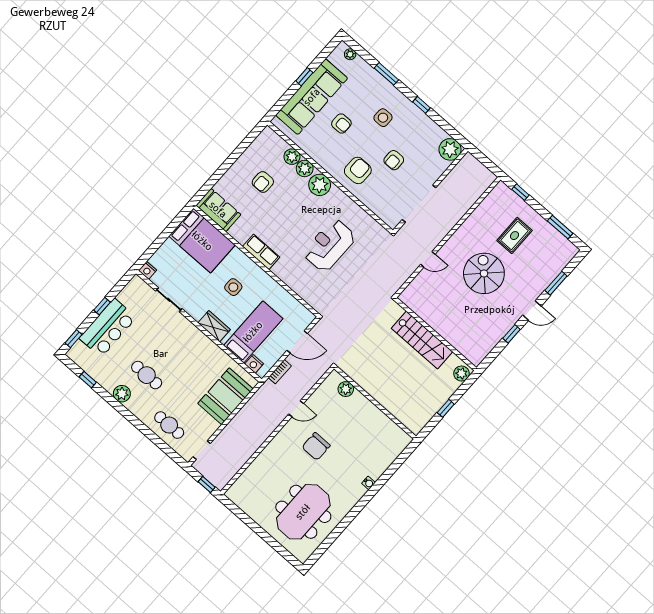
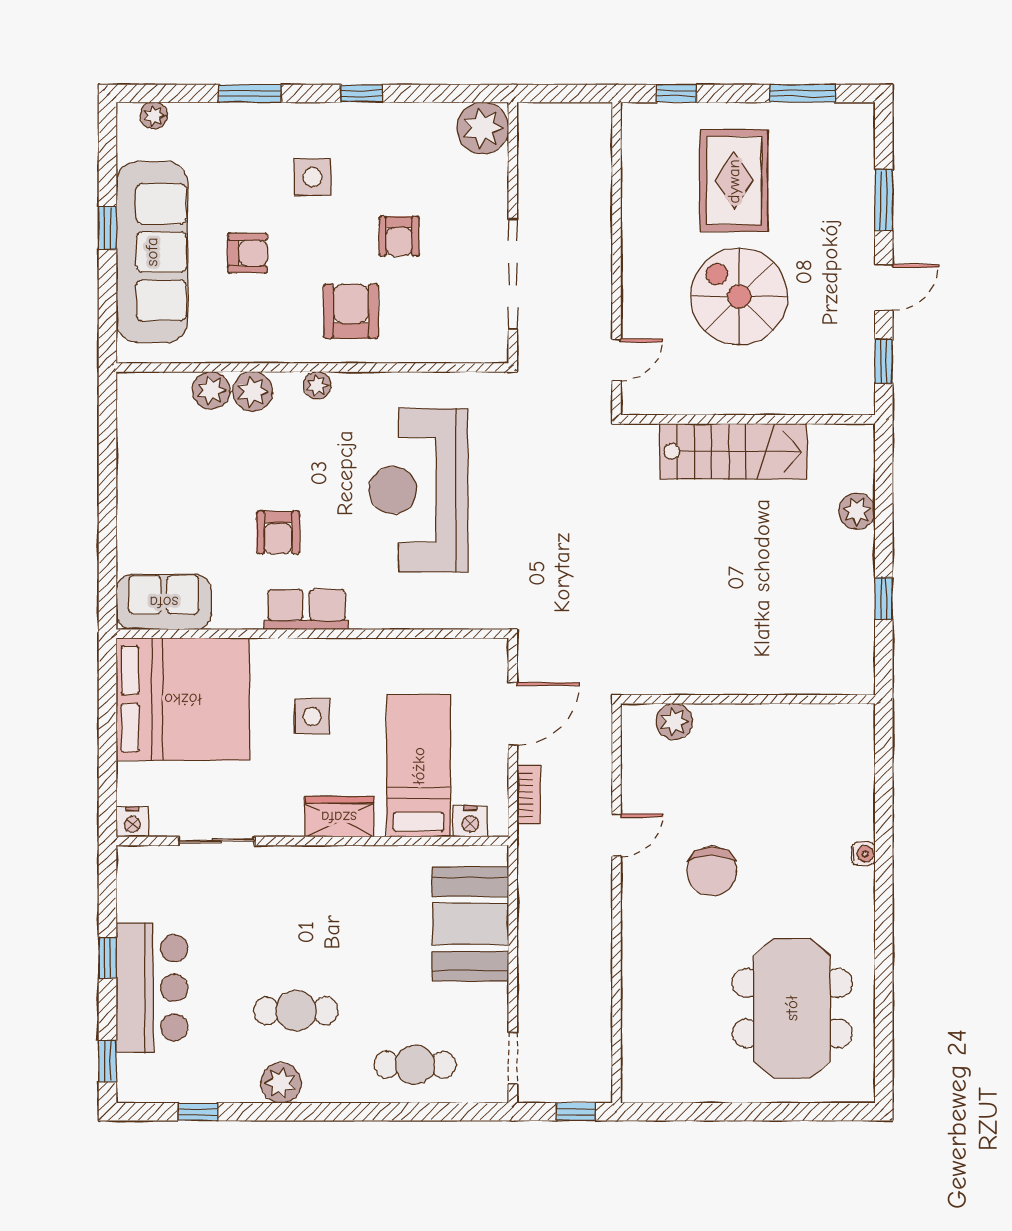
armchair: (263, 182) -> (278, 533), moved
plant: (320, 185) -> (317, 385), width x0.53, depth x0.53
rug: (514, 236) -> (734, 181), width x1.36, depth x1.43
bed: (202, 241) -> (183, 699), width x1.36
reception desk: (329, 245) -> (418, 490), width x1.36, depth x1.30
wall: (435, 334) -> (748, 419), moved
stairs: (422, 340) -> (733, 451), moved

